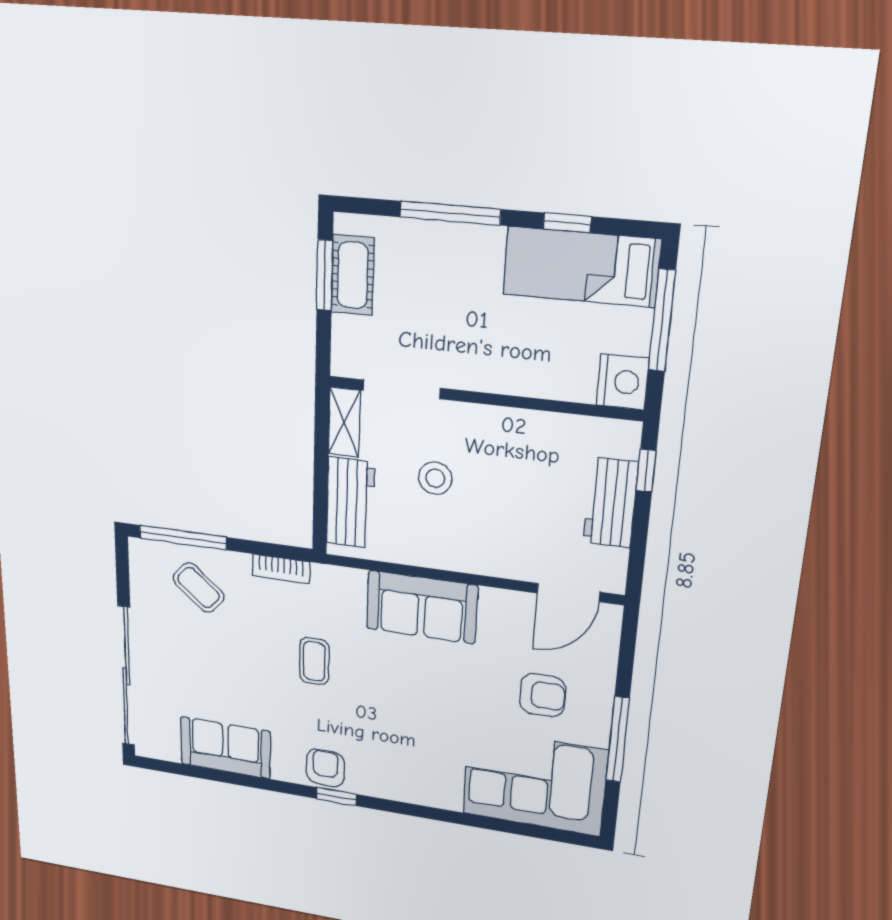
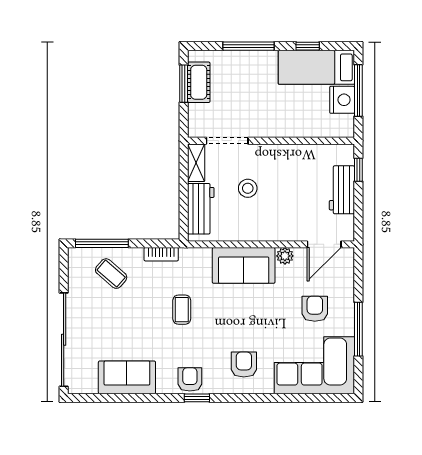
nightstand: (623, 382) -> (342, 100), moved
plant: (496, 602) -> (285, 256), added
armchair: (542, 695) -> (315, 309), turned -90
armchair: (415, 761) -> (244, 365), added

